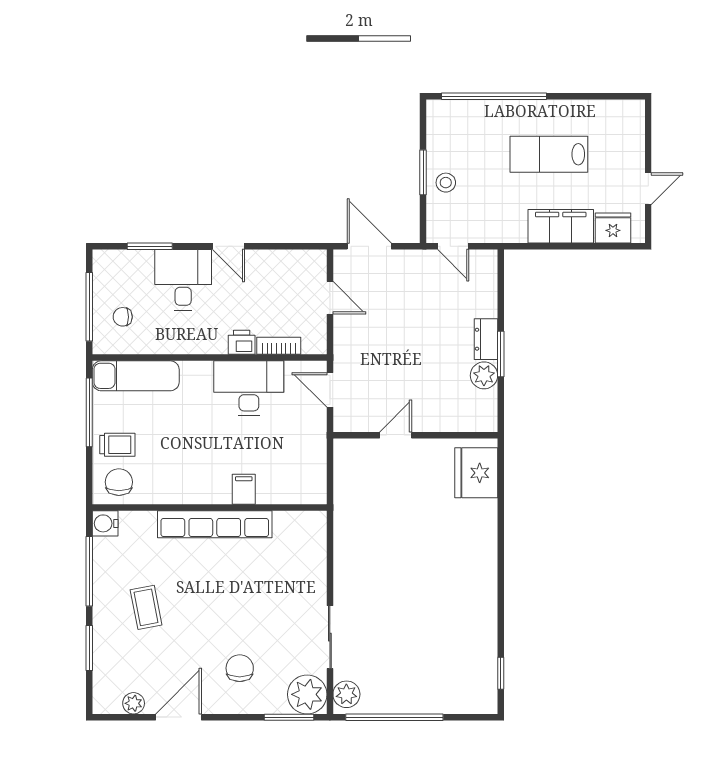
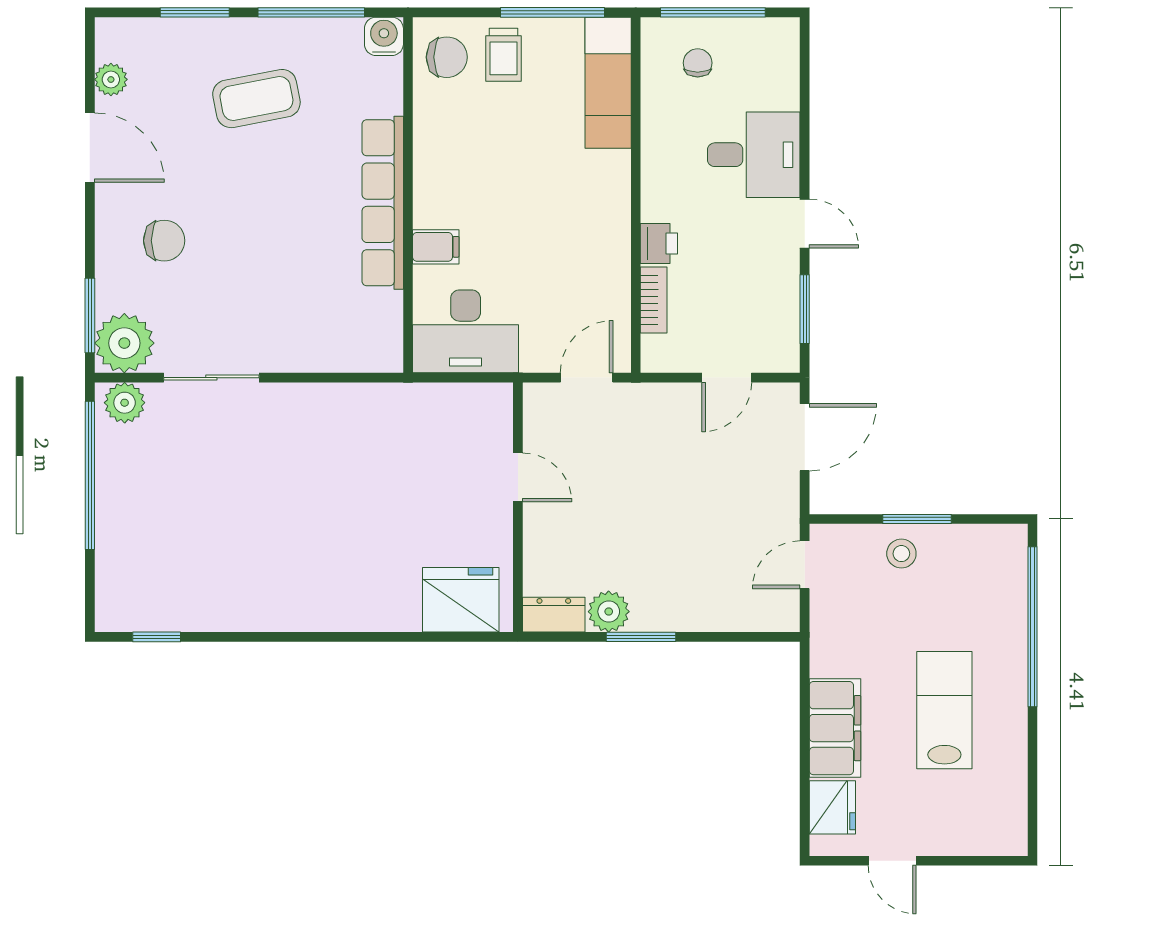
window: (150, 246) -> (805, 309), moved
door: (229, 246) -> (805, 224), swing flipped
dresser: (486, 339) -> (554, 615), moved
desk: (249, 388) -> (466, 331), moved, turned 90
coffee table: (146, 607) -> (256, 99), width x1.36, depth x1.30

